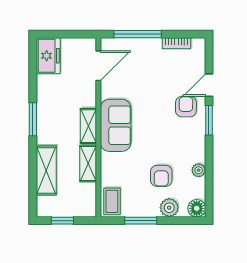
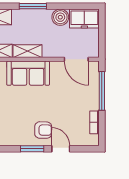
boiler: (47, 86) -> (60, 17), added

